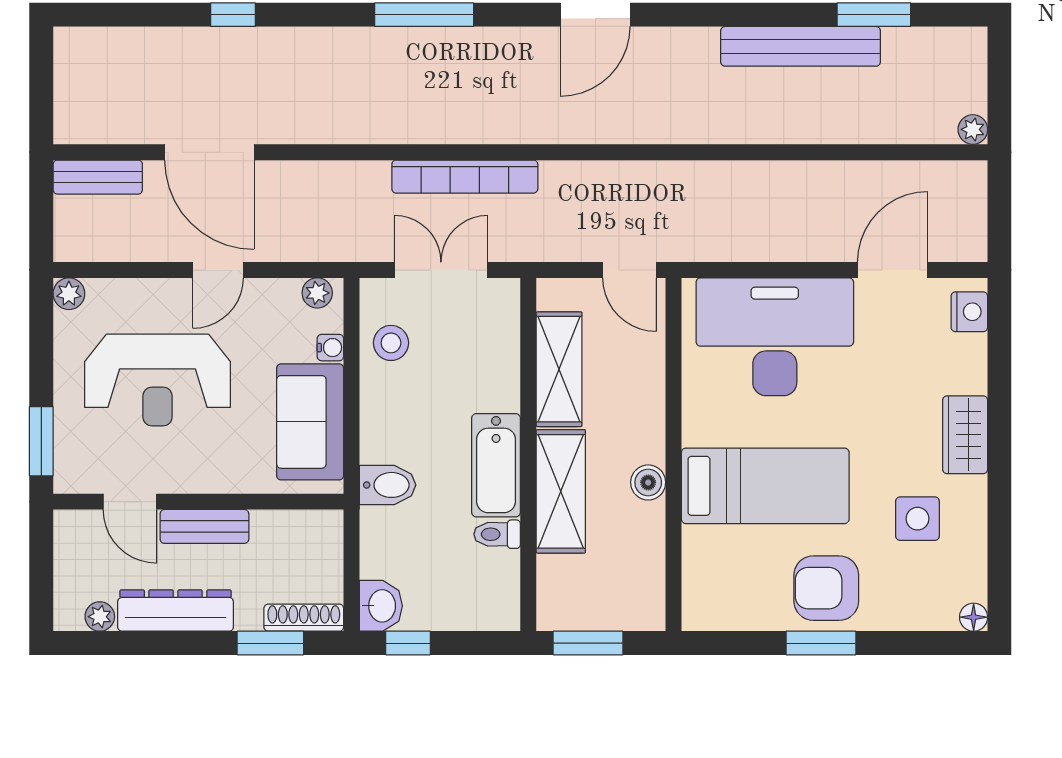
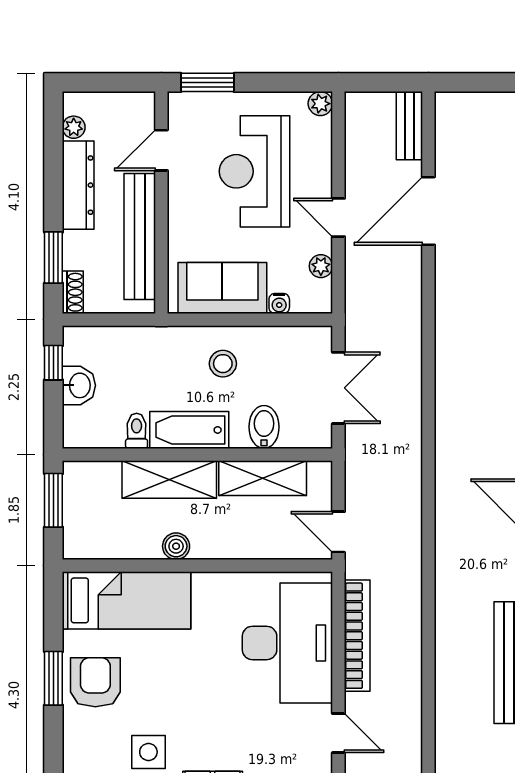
bookcase: (465, 177) -> (357, 636), moved, turned 180
door: (630, 270) -> (338, 532), hinge flipped
door: (893, 270) -> (338, 733), width x0.73
plant: (317, 293) -> (321, 266), moved
stool: (391, 343) -> (223, 364), moved
bidet: (388, 485) -> (264, 427), moved, turned 180
bed: (765, 486) -> (127, 600), moved, turned -90
bench: (204, 526) -> (140, 236), width x1.86, depth x1.21
washbasin: (381, 606) -> (79, 385), moved, turned -90
shoe rack: (304, 618) -> (73, 292), width x0.70

